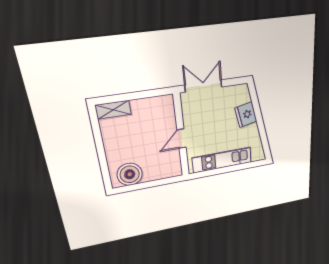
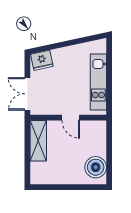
shelving: (113, 110) -> (38, 141), moved, width x1.50, depth x1.33
fridge: (246, 115) -> (42, 60), moved

